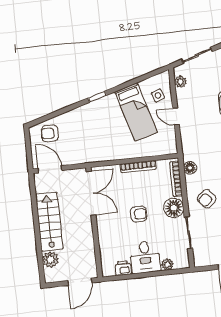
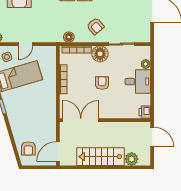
printer: (123, 268) -> (145, 112), moved

